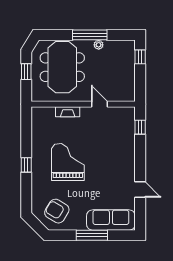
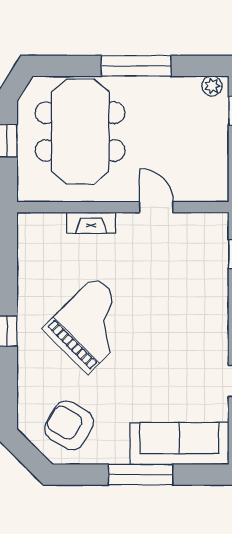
plant: (99, 45) -> (212, 86), moved
grand piano: (68, 162) -> (92, 325), turned 45

